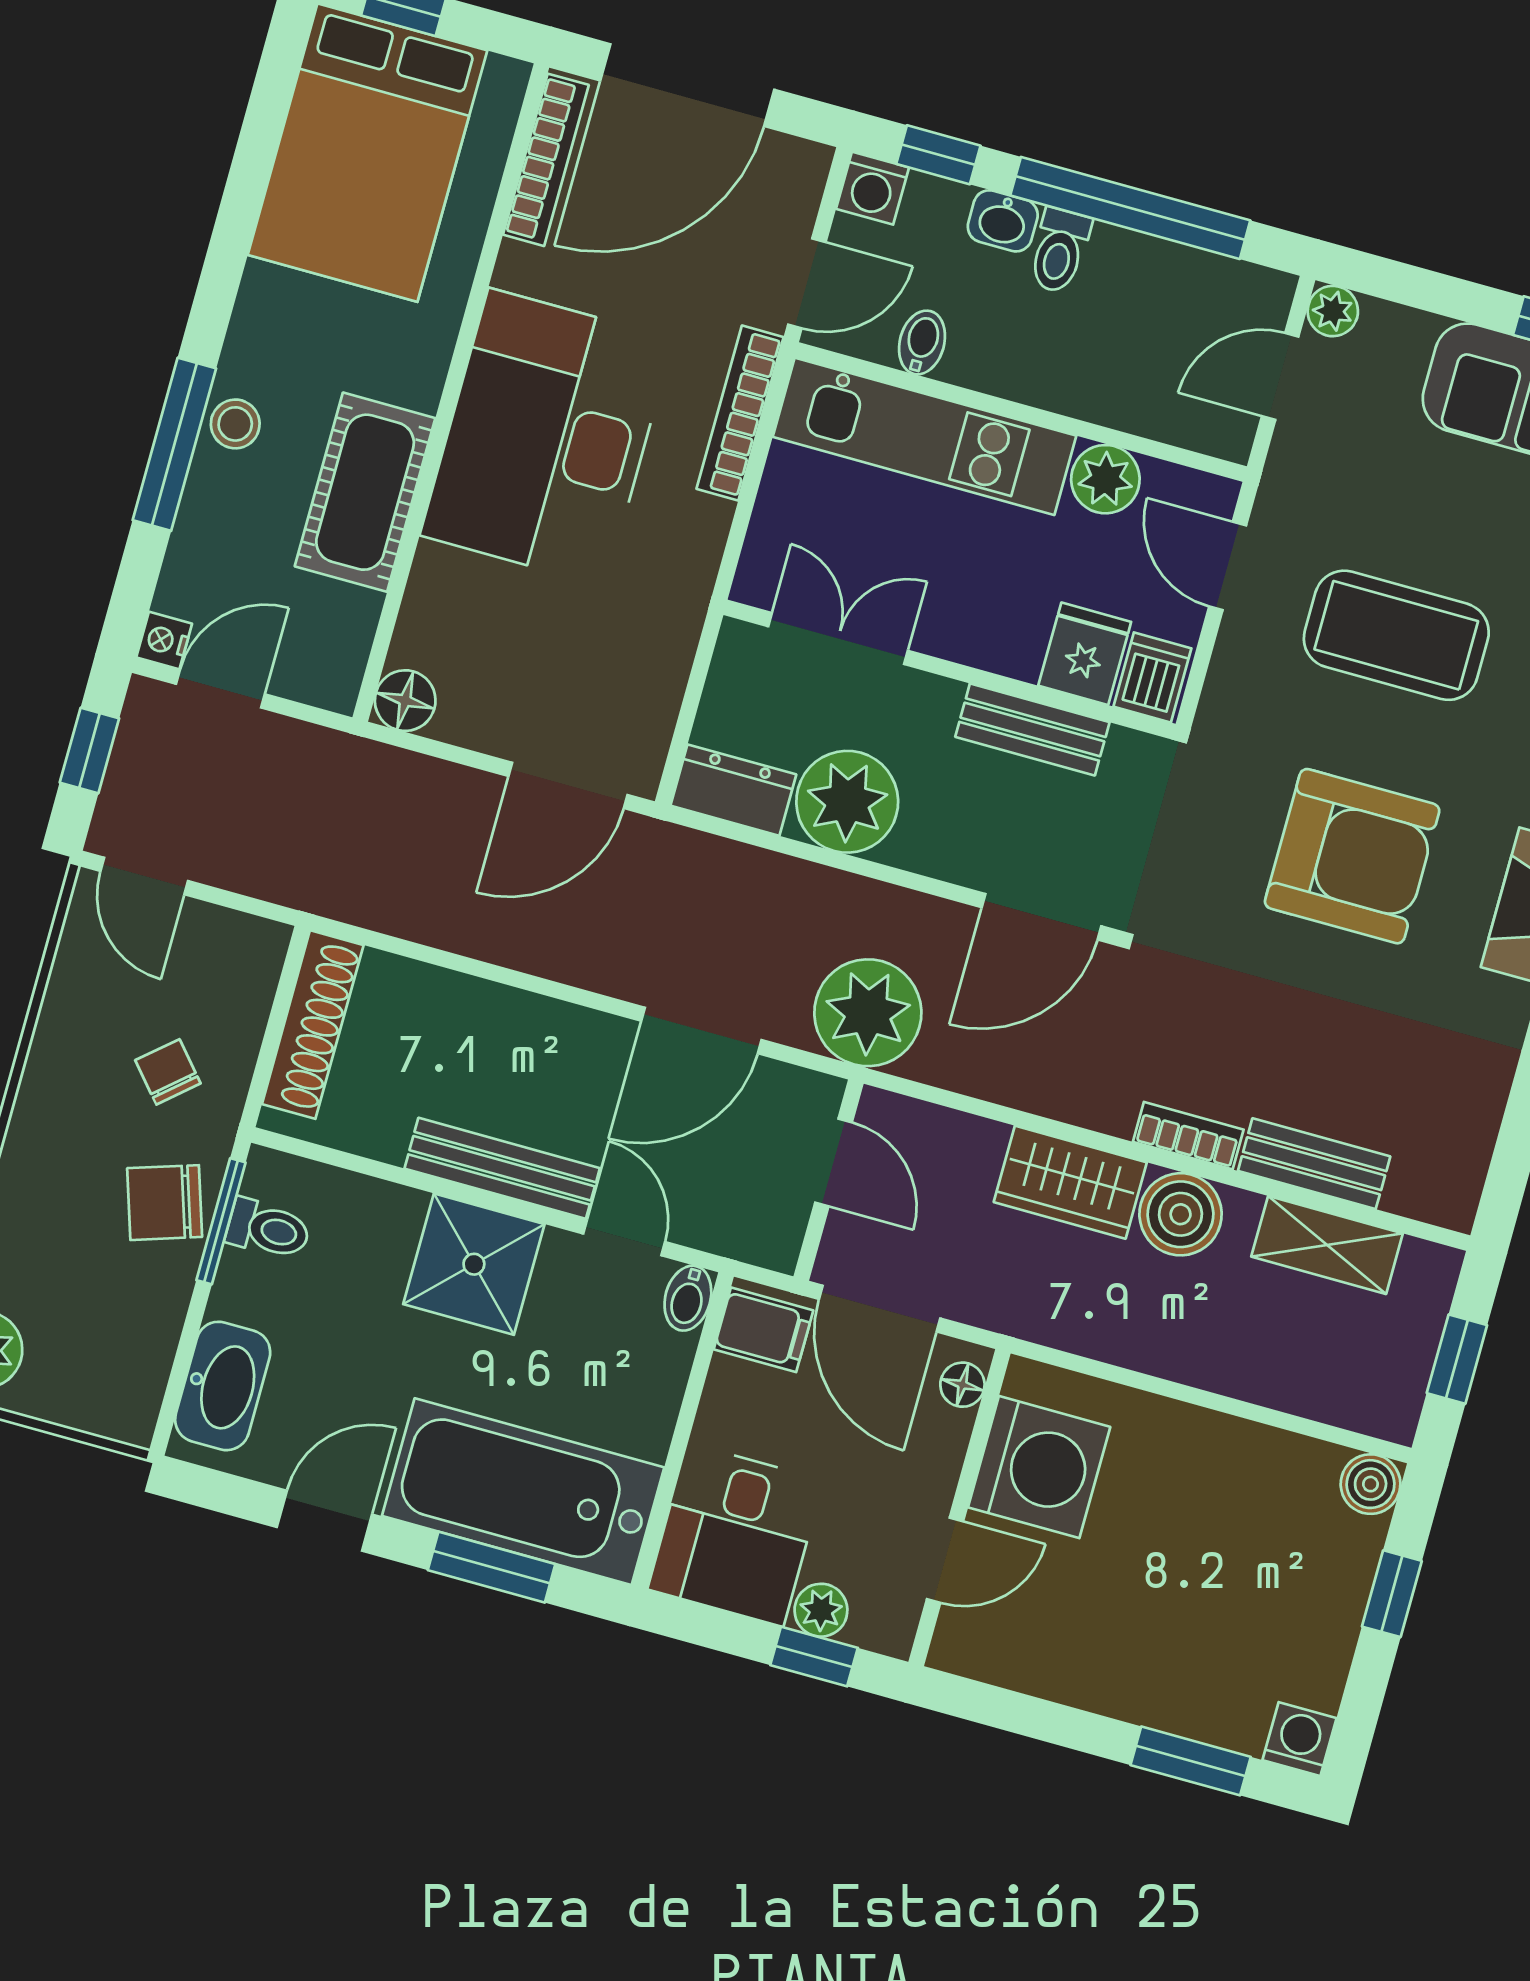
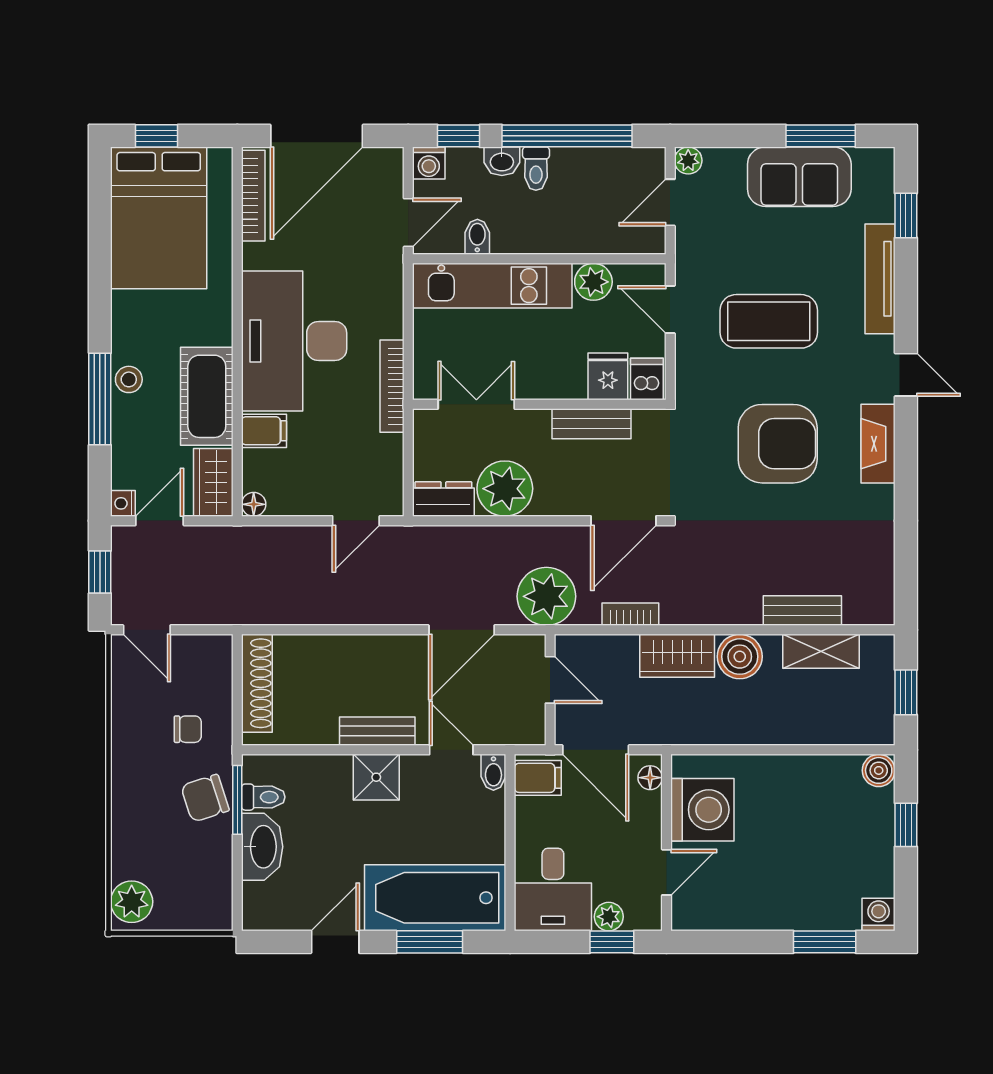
bookcase: (740, 413) -> (392, 386), moved
filing cabinet: (449, 581) -> (264, 431), added
wardrobe: (334, 648) -> (213, 482), added
floor lamp: (405, 701) -> (254, 504), width x0.73, depth x0.73
door: (568, 785) -> (356, 521), width x0.73
chair: (168, 1072) -> (188, 729), turned 131
bookcase: (1188, 1136) -> (630, 614), moved
bench: (502, 1168) -> (377, 731), width x0.73
shower: (474, 1264) -> (376, 777), width x0.73, depth x0.73
washbasin: (223, 1386) -> (262, 847), moved

